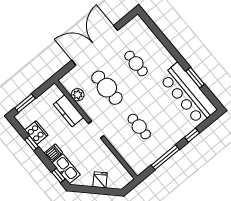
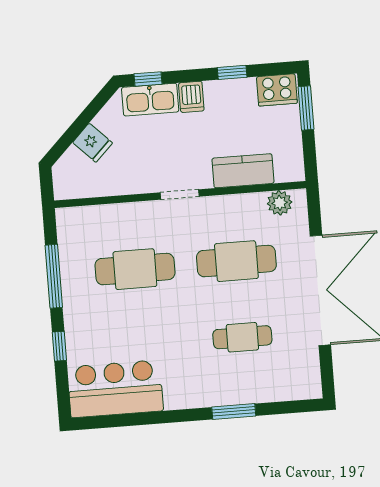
window: (195, 78) -> (234, 411), moved
bar counter: (188, 94) -> (115, 389), width x0.73
plant: (78, 95) -> (280, 203), moved
cafe table: (139, 127) -> (135, 269), width x1.37, depth x1.35
cooker: (36, 133) -> (277, 90), moved

